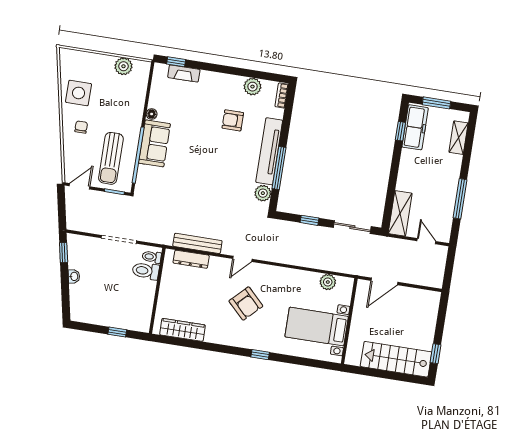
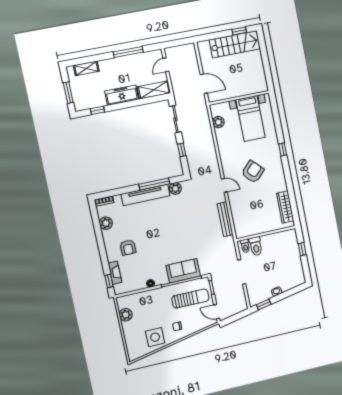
armchair: (233, 120) -> (128, 248), moved
freezer: (415, 127) -> (122, 95), moved
sofa: (154, 143) -> (183, 271), moved
dresser: (191, 259) -> (237, 219), removed
stairs: (396, 359) -> (235, 44), moved, turned -90

